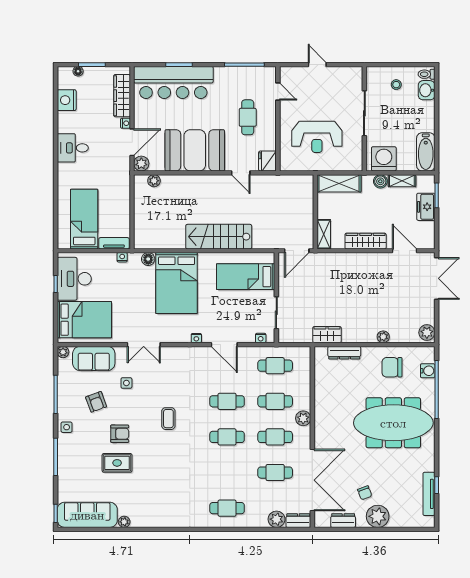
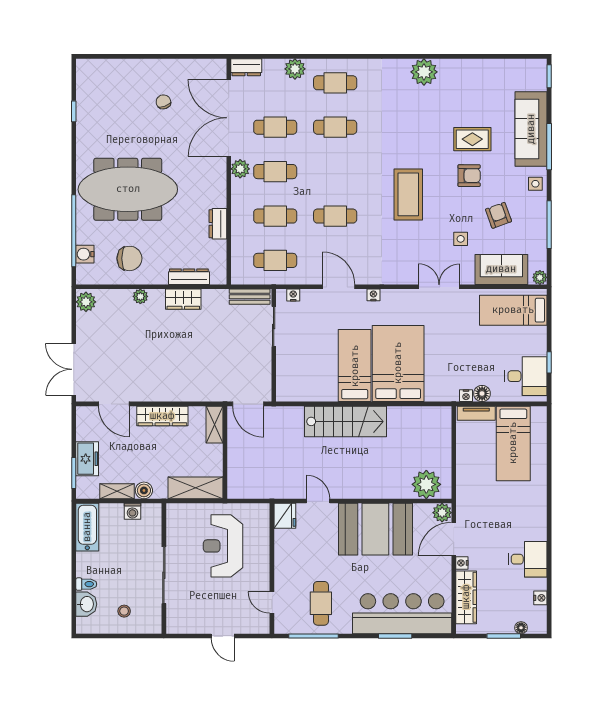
toilet: (426, 74) -> (86, 584), moved
nightstand: (67, 100) -> (540, 598), width x0.53, depth x0.56
cafe table: (248, 117) -> (321, 603), moved
reception desk: (317, 137) -> (223, 546), turned -90
desk: (73, 148) -> (528, 559), moved
washing machine: (384, 159) -> (132, 511), width x0.53, depth x0.53
plant: (154, 181) -> (426, 484), width x1.87, depth x1.87
door: (297, 251) -> (248, 404), swing flipped
floor lamp: (148, 259) -> (482, 393), moved
bed: (246, 277) -> (355, 366), moved, turned -90
desk: (74, 279) -> (526, 376), width x0.73
bed: (84, 320) -> (513, 310), width x0.67
wardrobe: (327, 335) -> (183, 299), moved
bench: (296, 337) -> (250, 297), added
plant: (303, 418) -> (240, 169), moved
coffee table: (168, 419) -> (408, 194), width x1.86, depth x1.72
armchair: (120, 434) -> (469, 176), turned 180
cafe table: (227, 437) -> (335, 127), moved
tv unit: (429, 494) -> (83, 101), removed
sofa: (87, 515) -> (531, 129), moved, turned 90
plant: (378, 516) -> (147, 73), removed
plant: (277, 519) -> (295, 69), moved
dresser: (343, 521) -> (218, 224), moved, turned 90
plant: (124, 522) -> (424, 72), moved, width x1.87, depth x1.87

